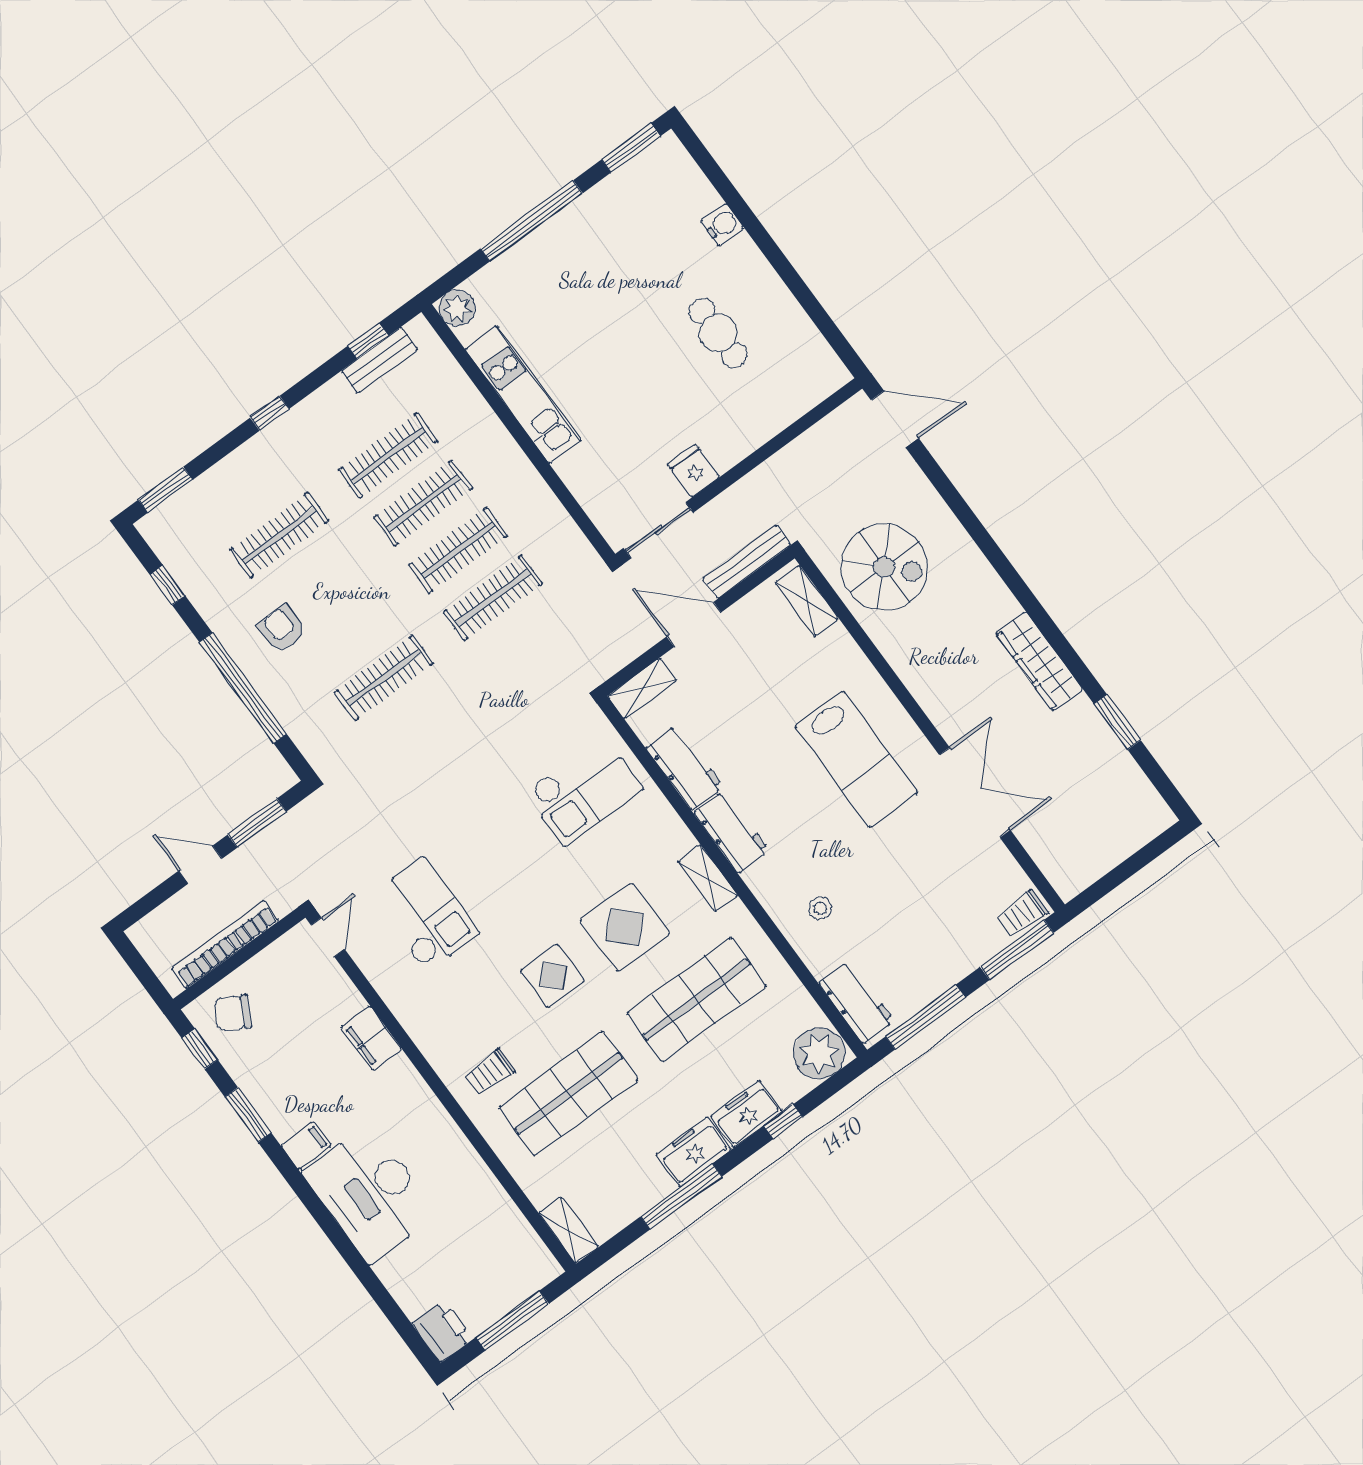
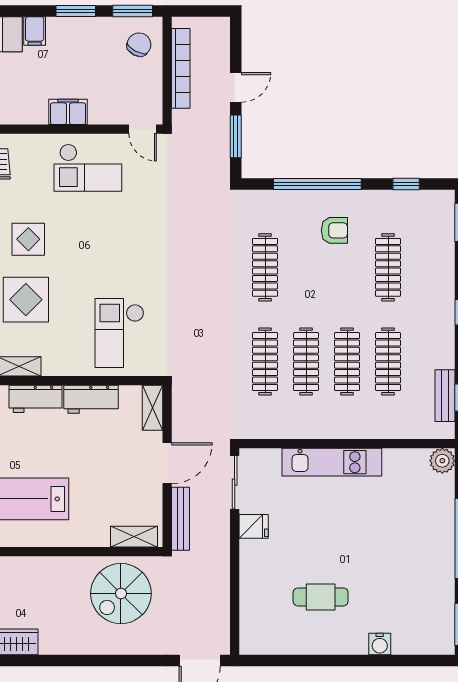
kitchen unit: (523, 395) -> (332, 462), moved
checkout: (425, 915) -> (88, 168), moved
window: (200, 1049) -> (133, 11), width x1.50

